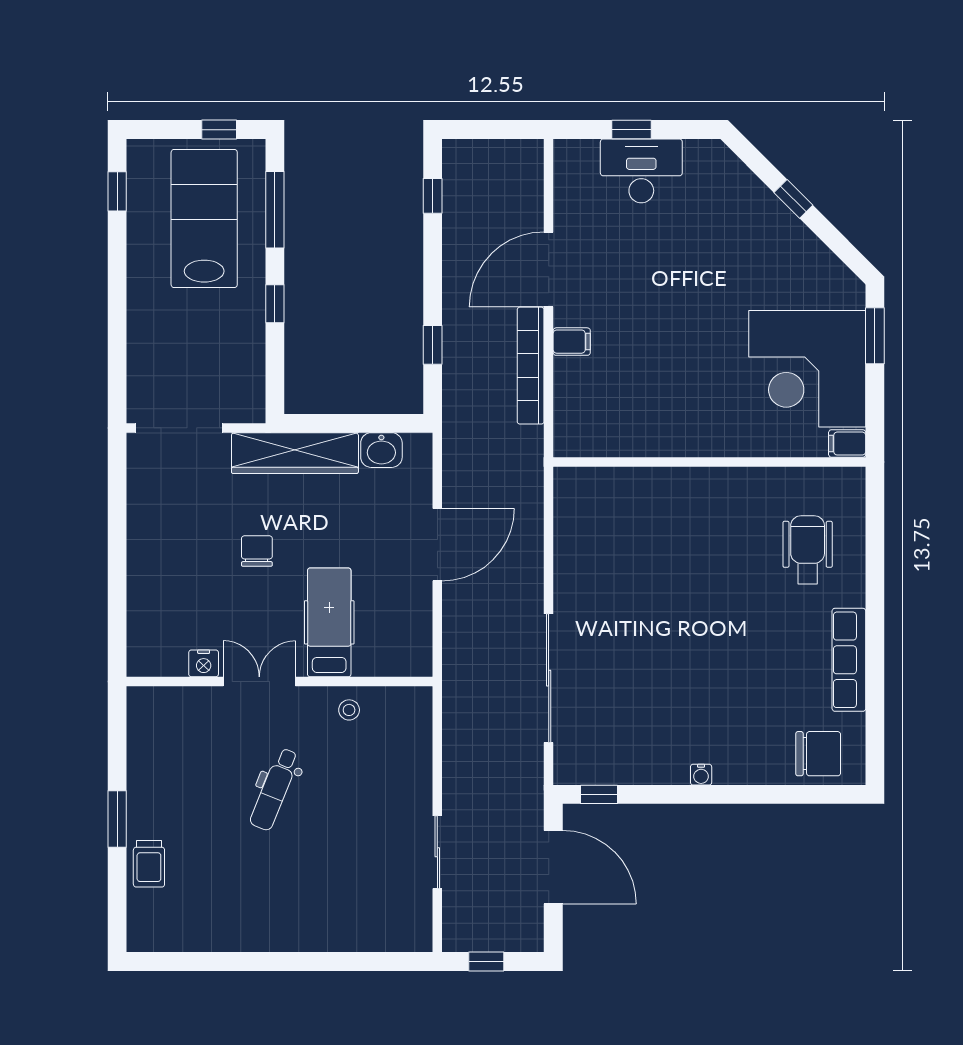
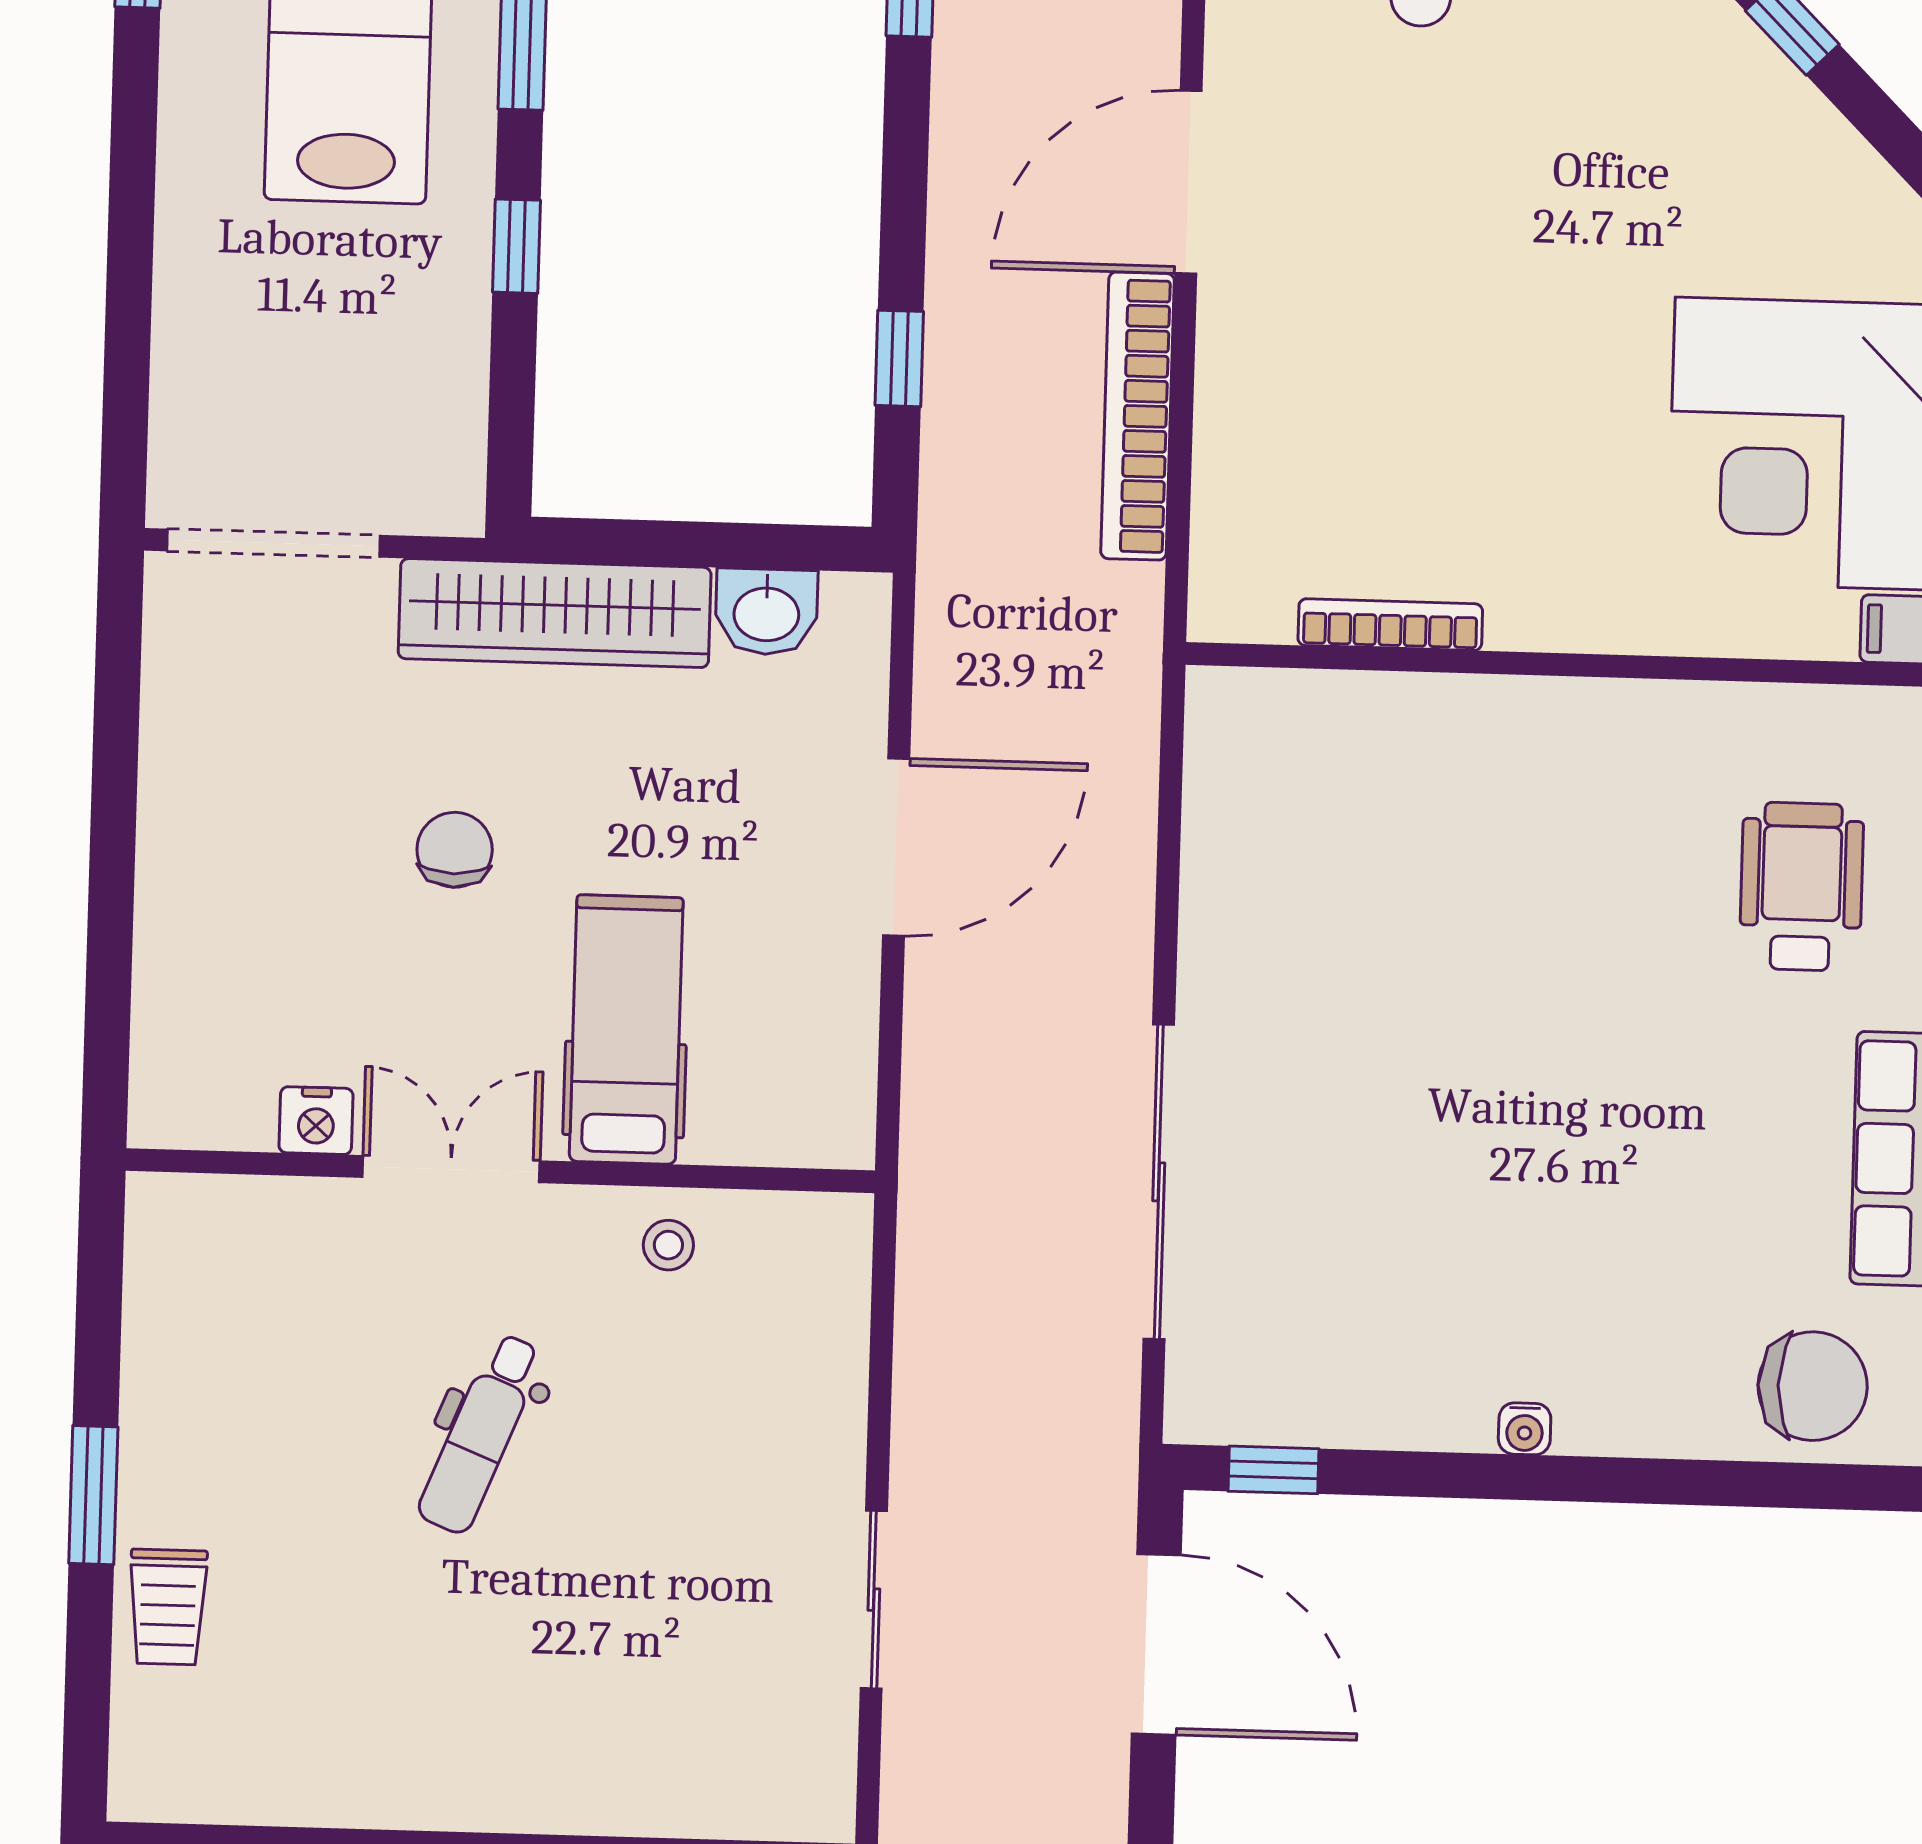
filing cabinet: (572, 342) -> (1240, 360), removed
bookcase: (636, 448) -> (1390, 625), added

